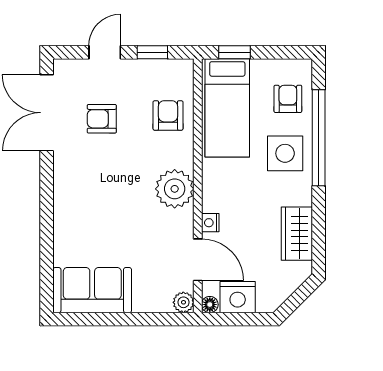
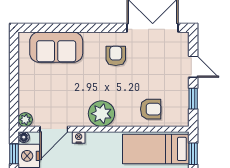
armchair: (102, 119) -> (116, 56), moved
sofa: (92, 290) -> (56, 47), moved, turned 90
window: (235, 319) -> (14, 154), added

